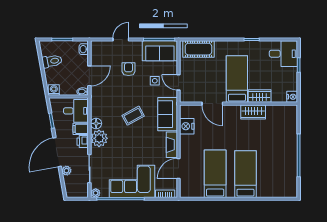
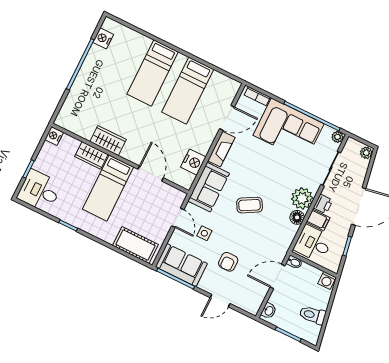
plant: (66, 171) -> (366, 153), moved
nightstand: (292, 181) -> (103, 38), added

